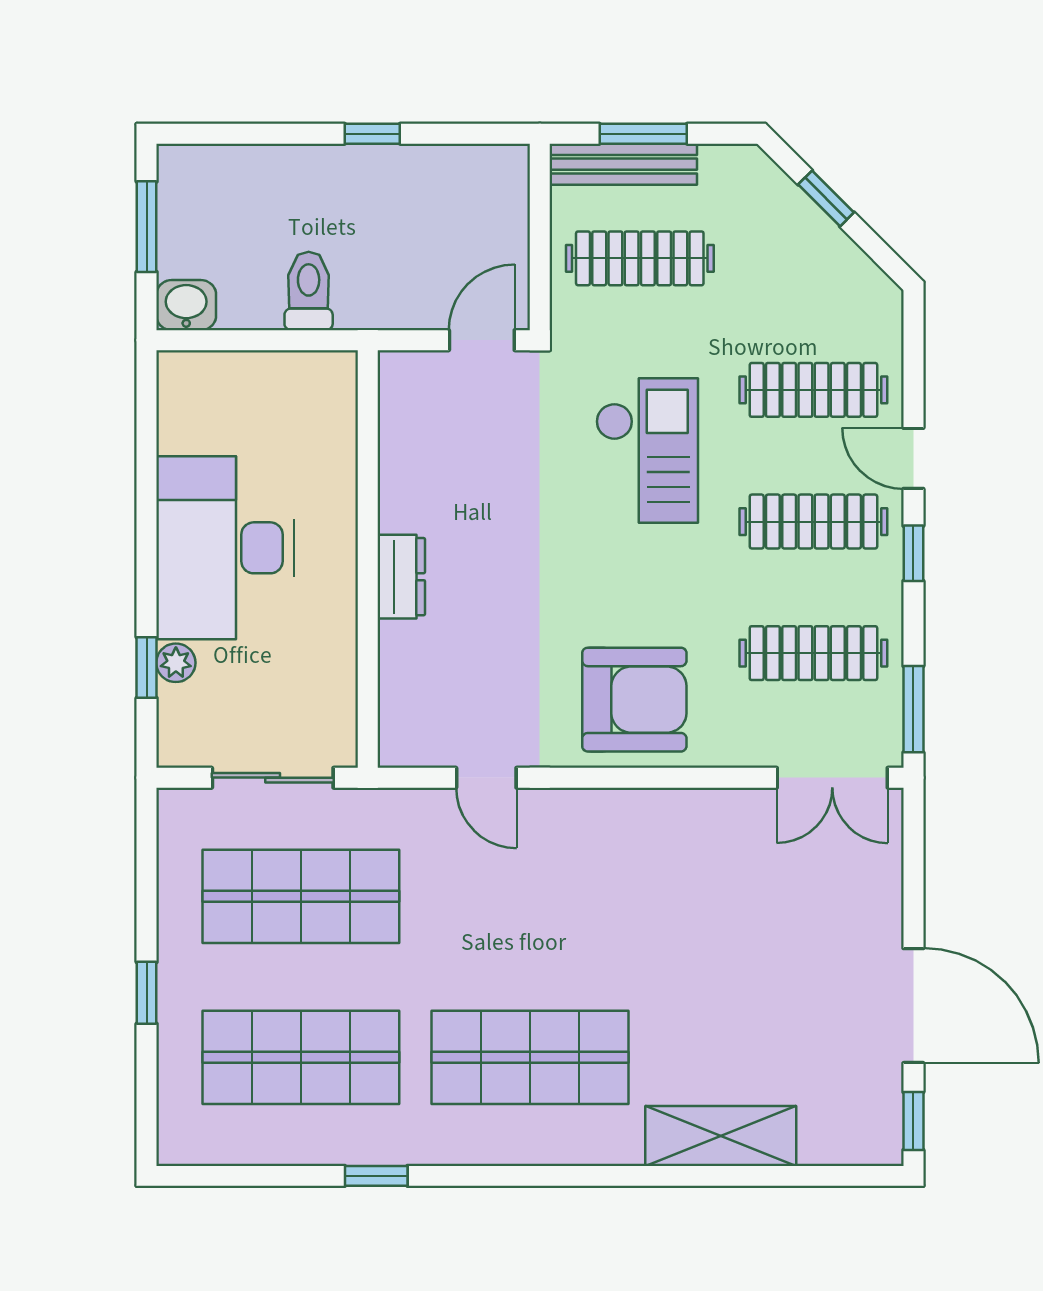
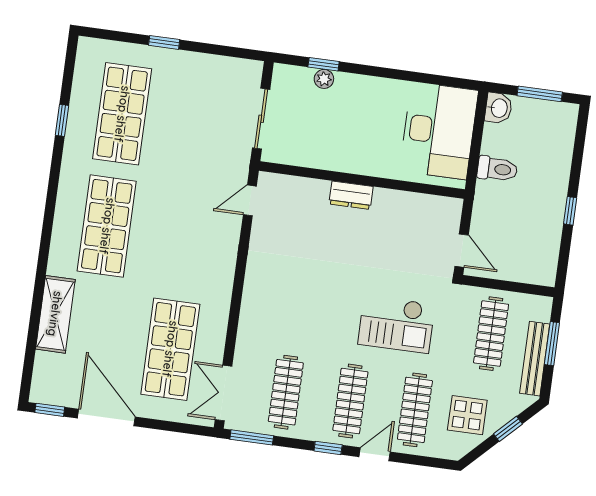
bench: (623, 164) -> (535, 359), moved
display table: (810, 284) -> (467, 415), added
desk: (225, 548) -> (439, 131), moved, turned 90
armchair: (634, 700) -> (275, 301), removed
door: (486, 778) -> (250, 200), moved
shop shelf: (301, 896) -> (170, 349), moved
door: (913, 1006) -> (106, 418), swing flipped
window: (376, 1176) -> (62, 120), moved

